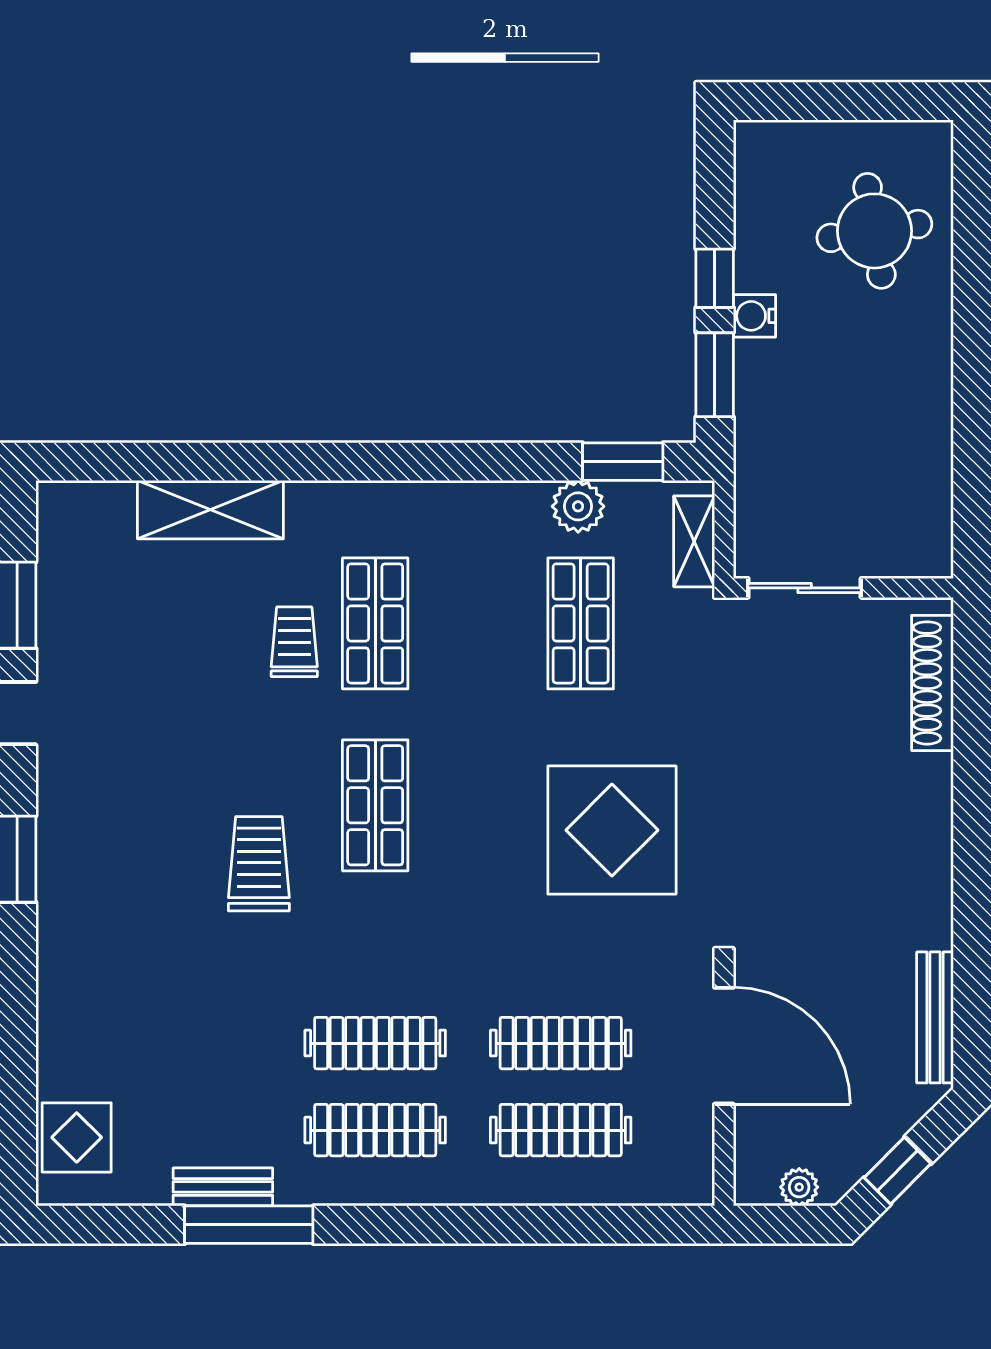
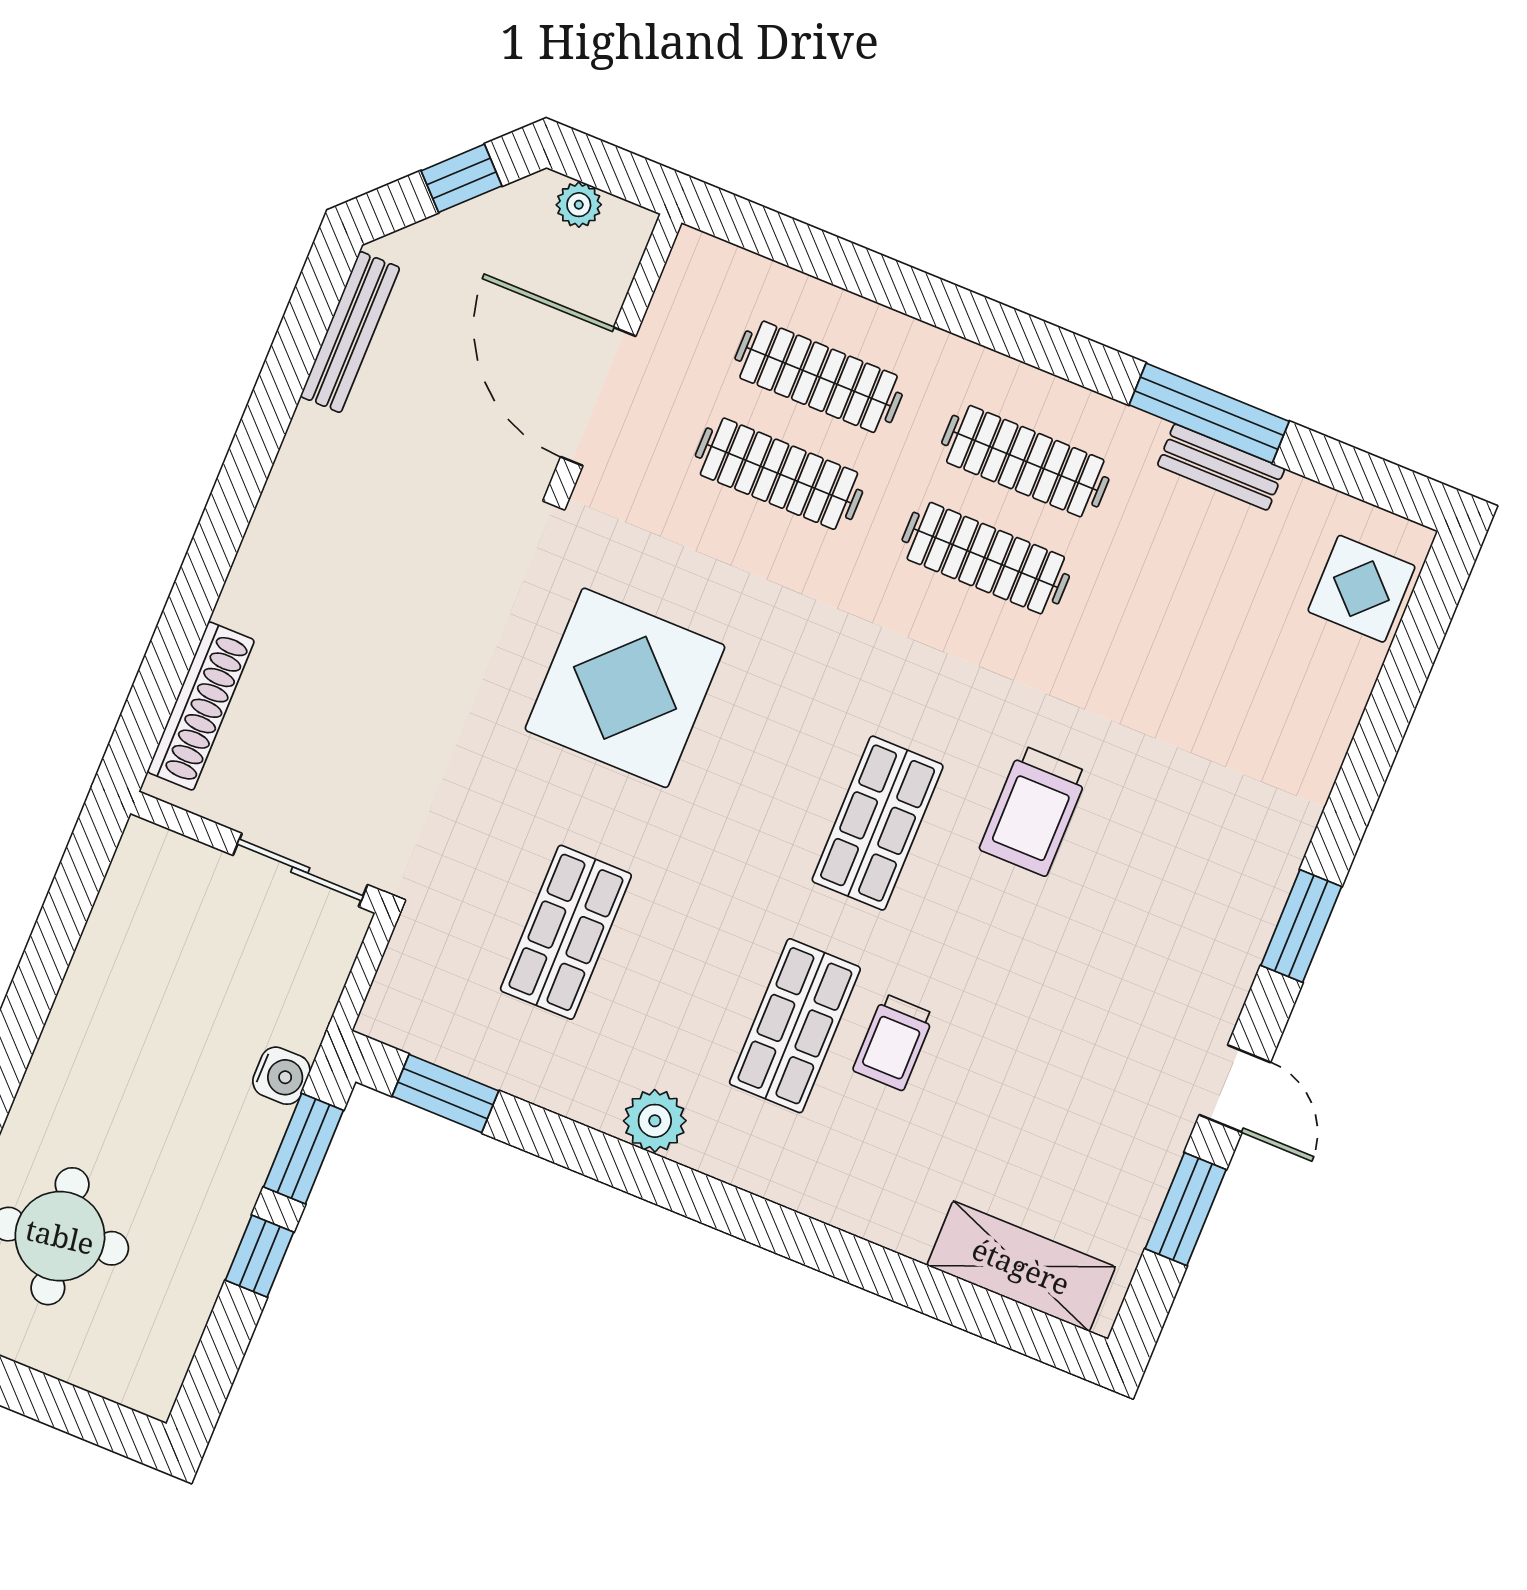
water cooler: (754, 316) -> (281, 1076), moved
plant: (578, 506) -> (655, 1121), moved
shelving: (210, 510) -> (1021, 1266), moved
shelving: (694, 541) -> (402, 972), removed

